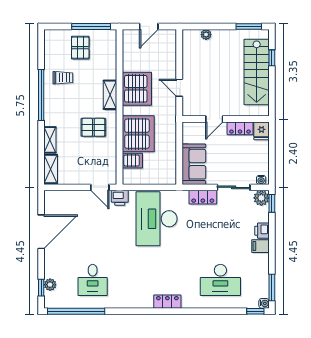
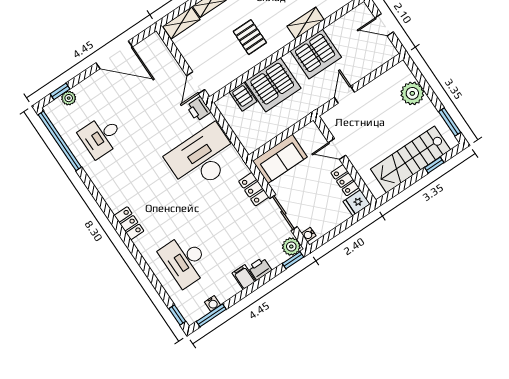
plant: (206, 35) -> (412, 93), width x1.88, depth x1.88
shelving: (110, 95) -> (306, 23), moved
water cooler: (264, 303) -> (213, 303), moved

